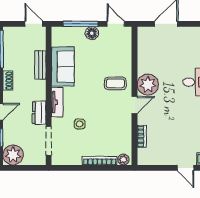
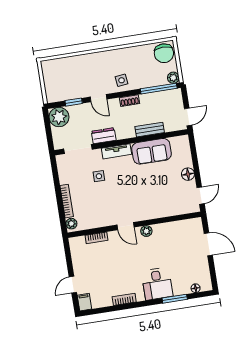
window: (80, 24) -> (195, 162), removed
coffee table: (115, 83) -> (143, 204), removed
plant: (148, 85) -> (146, 231), width x0.53, depth x0.53

